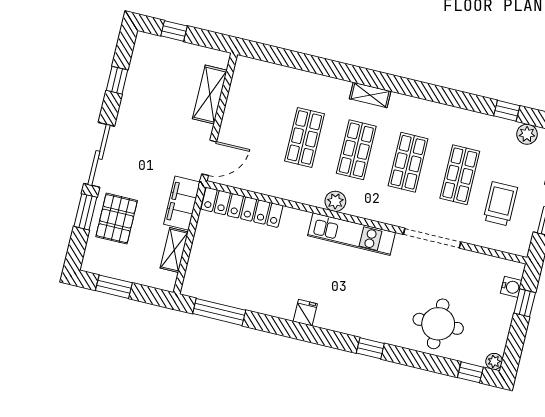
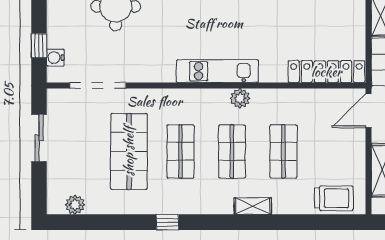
shelving: (370, 95) -> (253, 206), moved
window: (507, 111) -> (167, 222), moved
shop shelf: (460, 175) -> (129, 151), width x1.43, depth x1.36
trolley: (500, 204) -> (334, 198), moved, turned -90
doorway: (432, 238) -> (98, 86), moved

